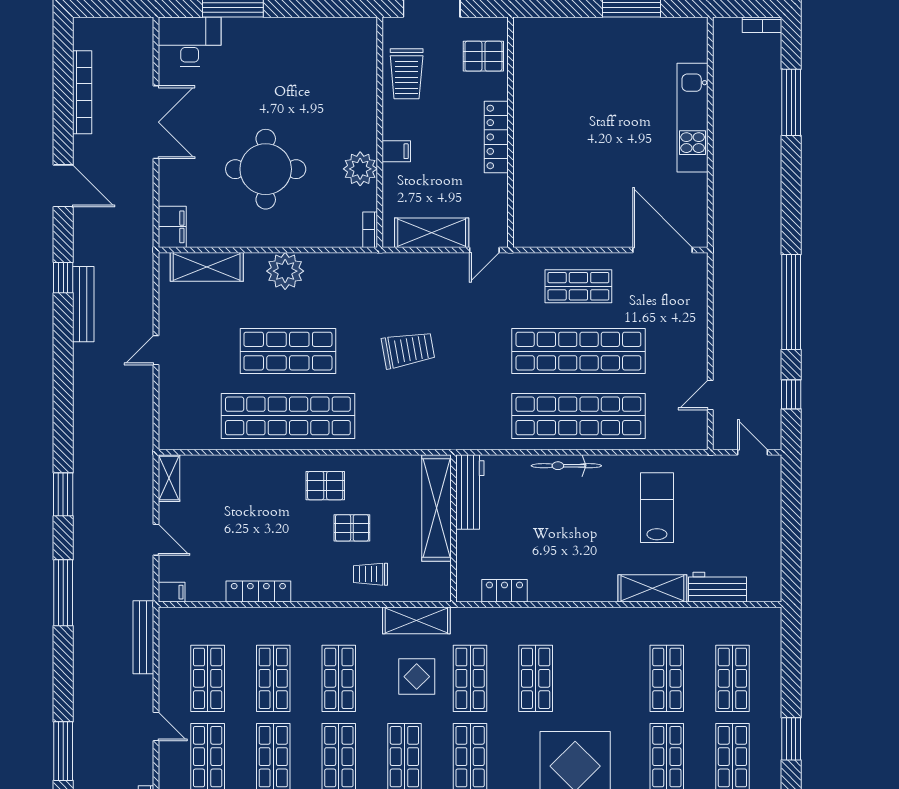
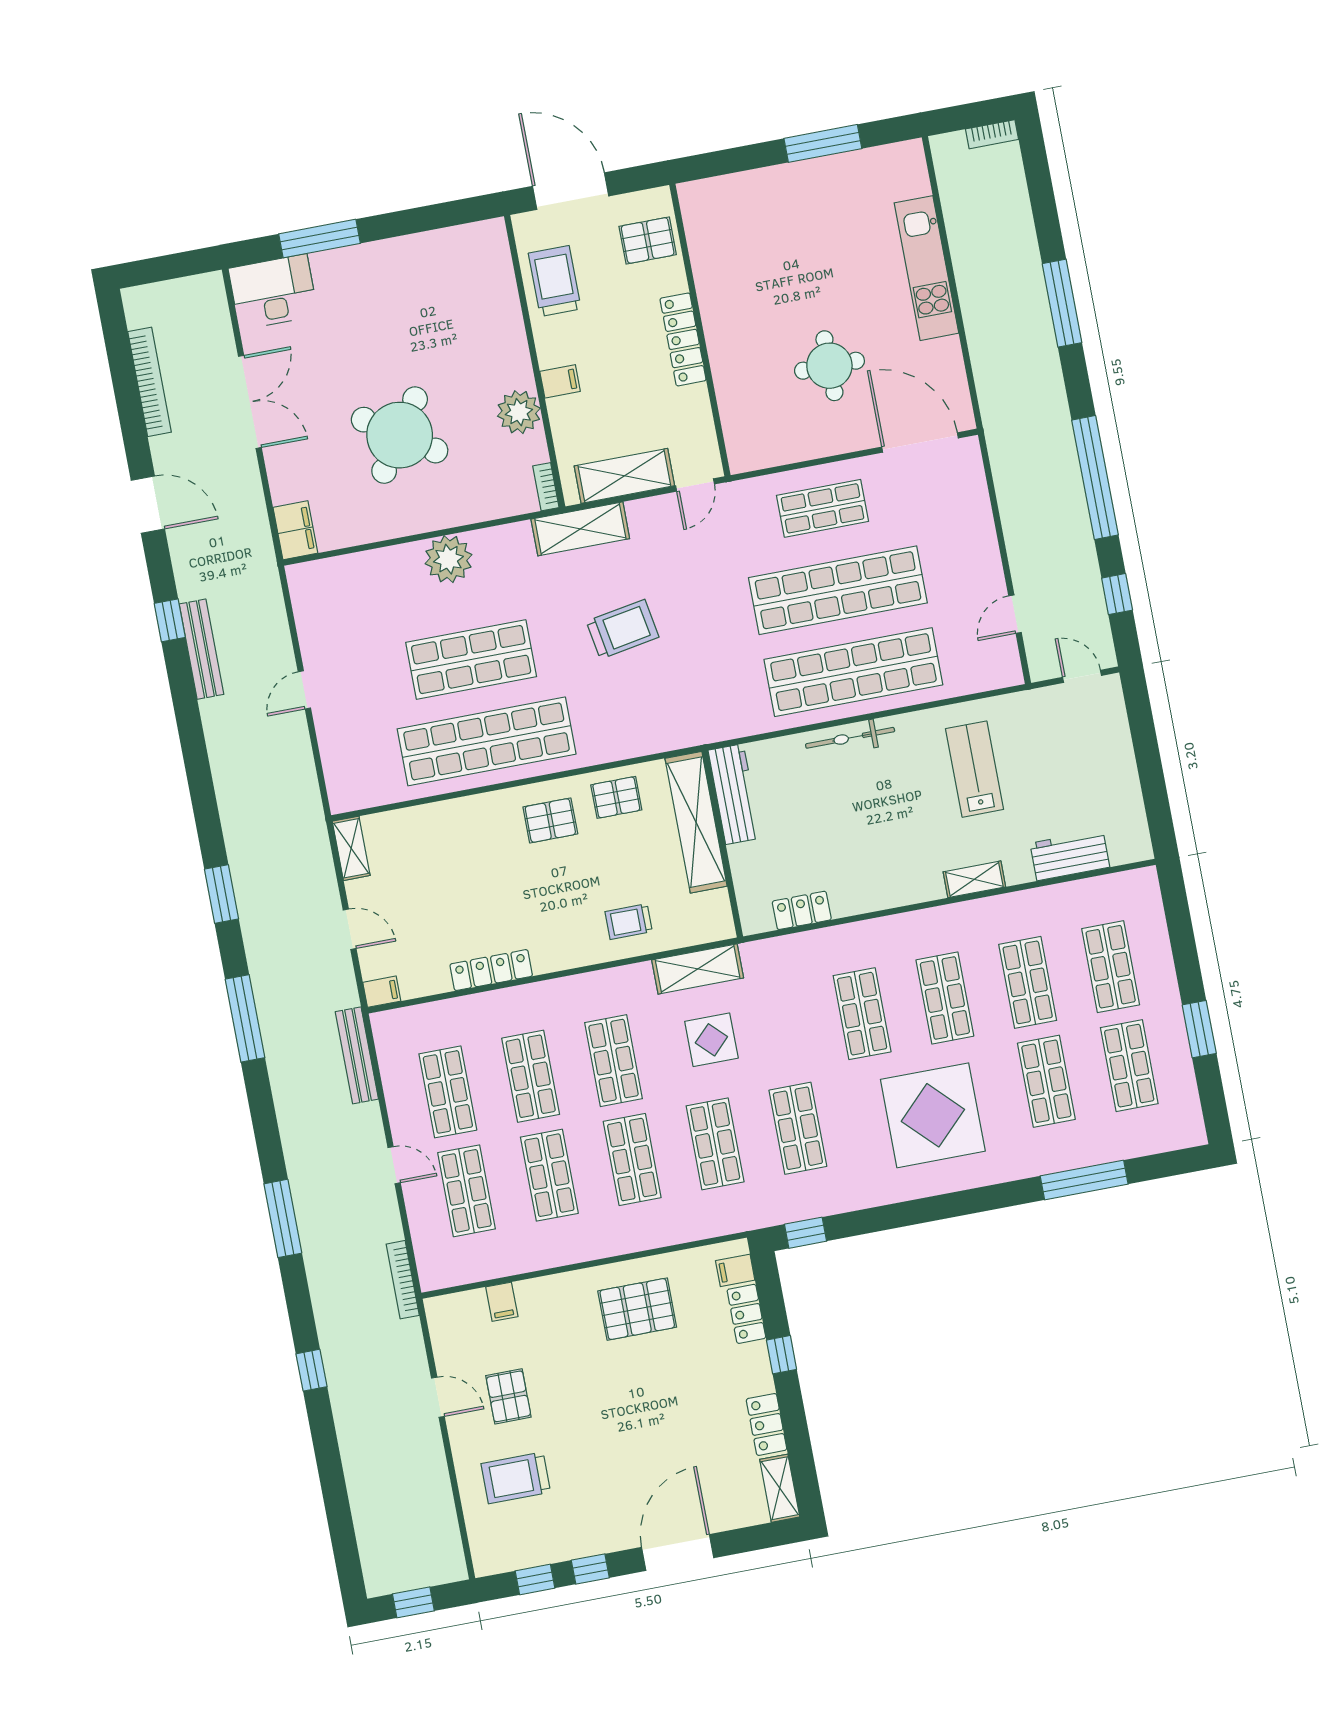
trolley: (407, 74) -> (555, 281), turned 180
window: (791, 102) -> (1062, 303), moved
round table: (266, 169) -> (400, 435), turned 34
round table: (604, 178) -> (829, 366), added
shelving: (207, 267) -> (580, 529), moved
pallet: (352, 528) -> (616, 797), moved
shelving: (652, 588) -> (974, 879), width x0.67, depth x0.75
shop shelf: (470, 678) -> (945, 998), moved

